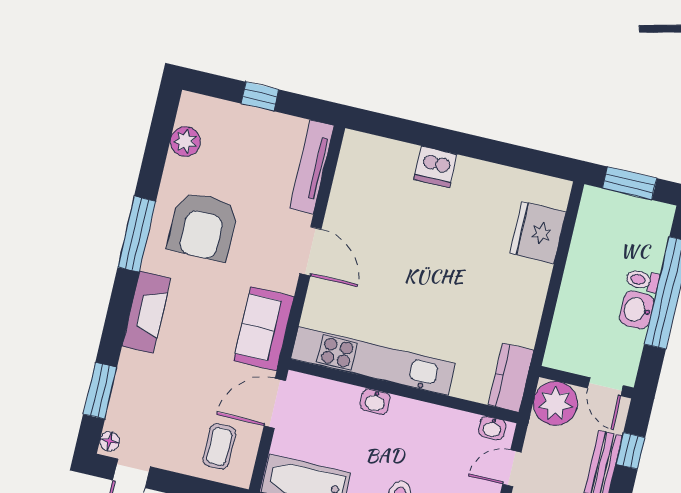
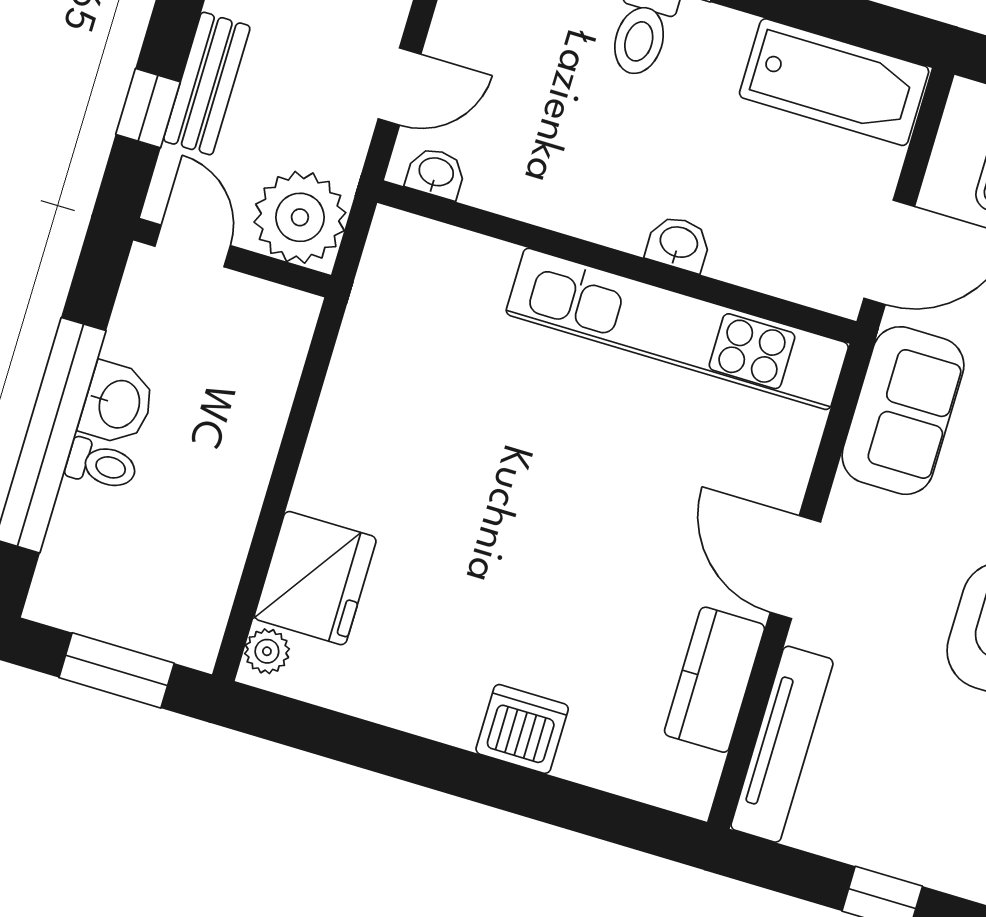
plant: (559, 197) -> (267, 651), added
kitchen counter: (511, 378) -> (714, 680), moved, turned 180

